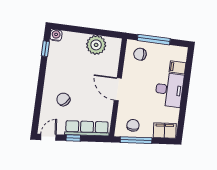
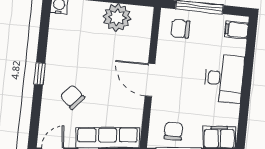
window: (45, 49) -> (40, 74), moved
filing cabinet: (178, 67) -> (236, 30), moved

